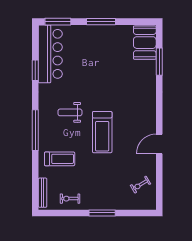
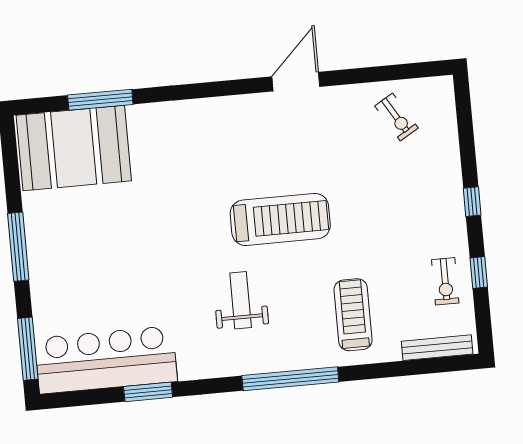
booth: (145, 43) -> (74, 148), width x1.36, depth x1.42
weight bench: (70, 112) -> (241, 300), turned 180
door: (159, 144) -> (296, 82), swing flipped
window: (72, 213) -> (479, 272), added
window: (102, 213) -> (472, 202), width x0.46

